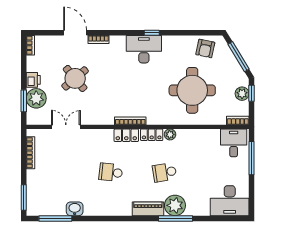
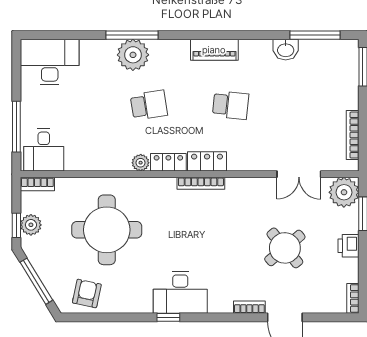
plant: (36, 98) -> (344, 192), moved
piano: (148, 209) -> (214, 50), moved

